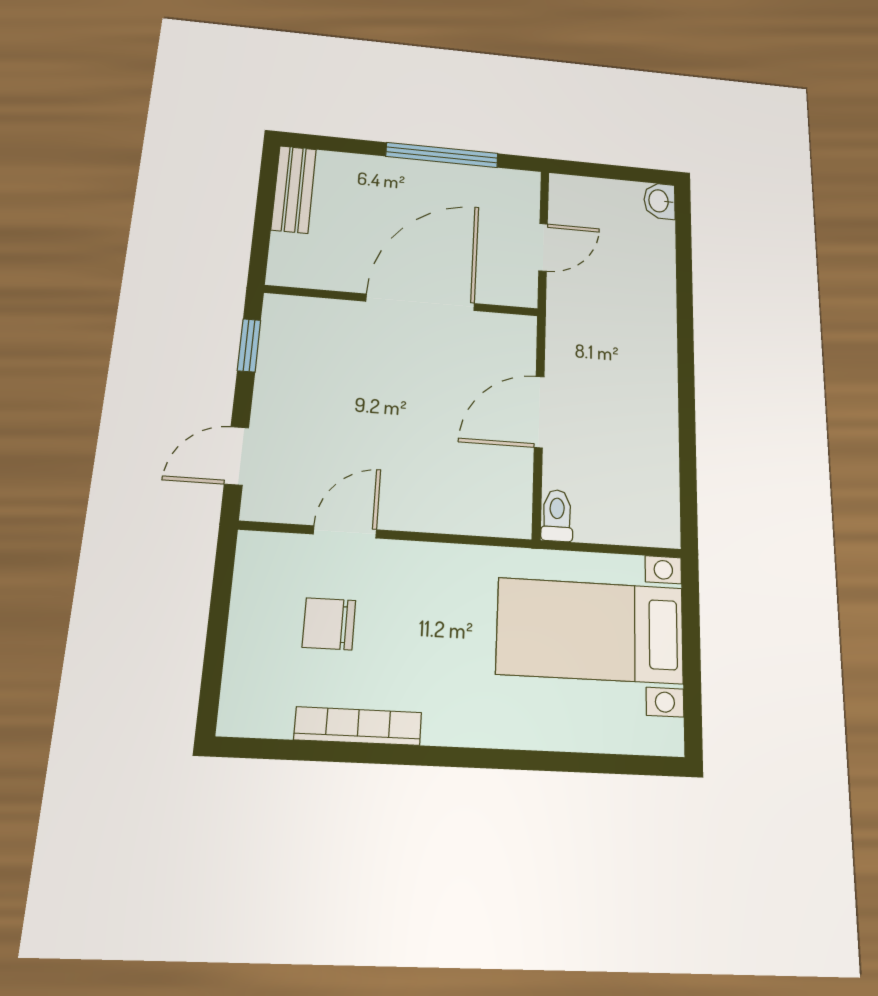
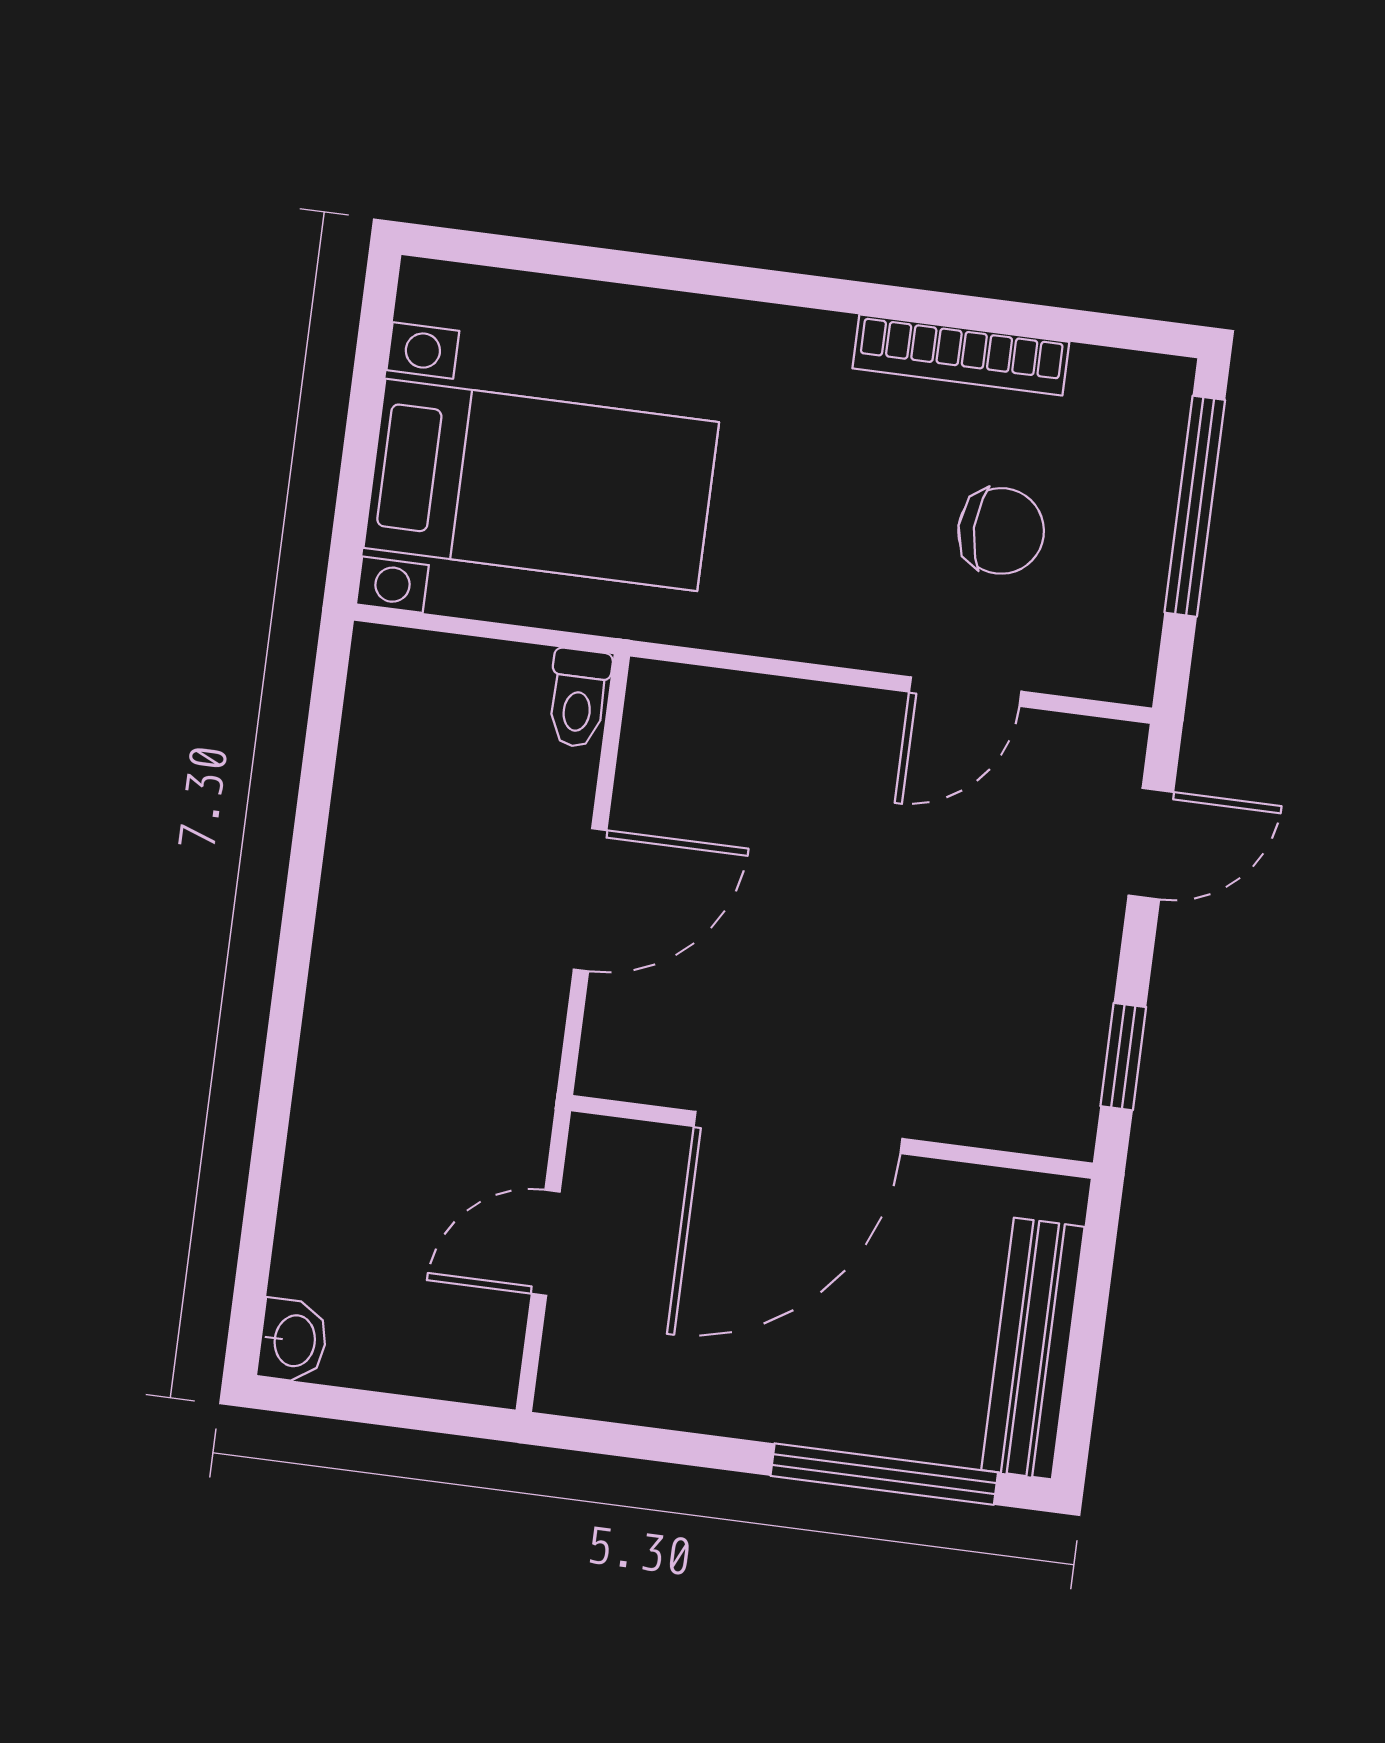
window: (442, 155) -> (884, 1474), moved
bench: (294, 189) -> (1033, 1348), width x1.36
window: (215, 647) -> (1195, 506), added

